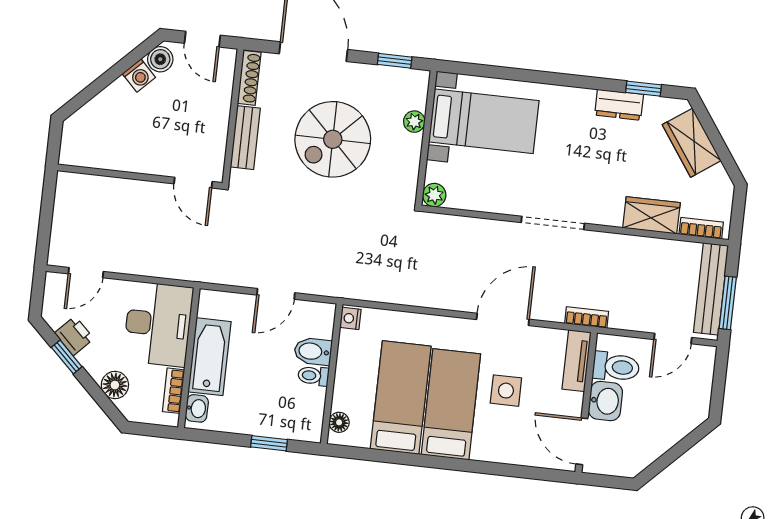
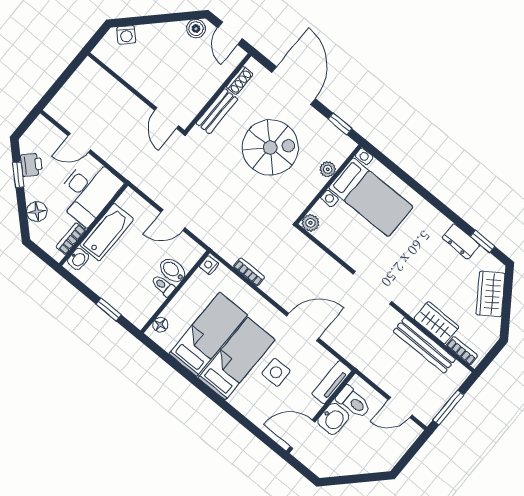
washing machine: (139, 75) -> (126, 35), moved
shoe rack: (249, 78) -> (240, 81), width x0.70
spiral stairs: (333, 139) -> (270, 148), turned 180
door: (86, 273) -> (79, 143), moved
bench: (711, 289) -> (424, 345), moved, turned 90
bookcase: (587, 317) -> (249, 272), moved
door: (582, 441) -> (302, 434), hinge flipped

